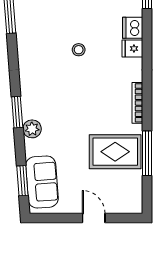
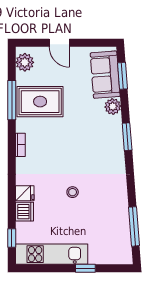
bookcase: (137, 103) -> (20, 145), width x0.64
plant: (32, 129) -> (113, 106), moved
plant: (132, 196) -> (25, 62), added

